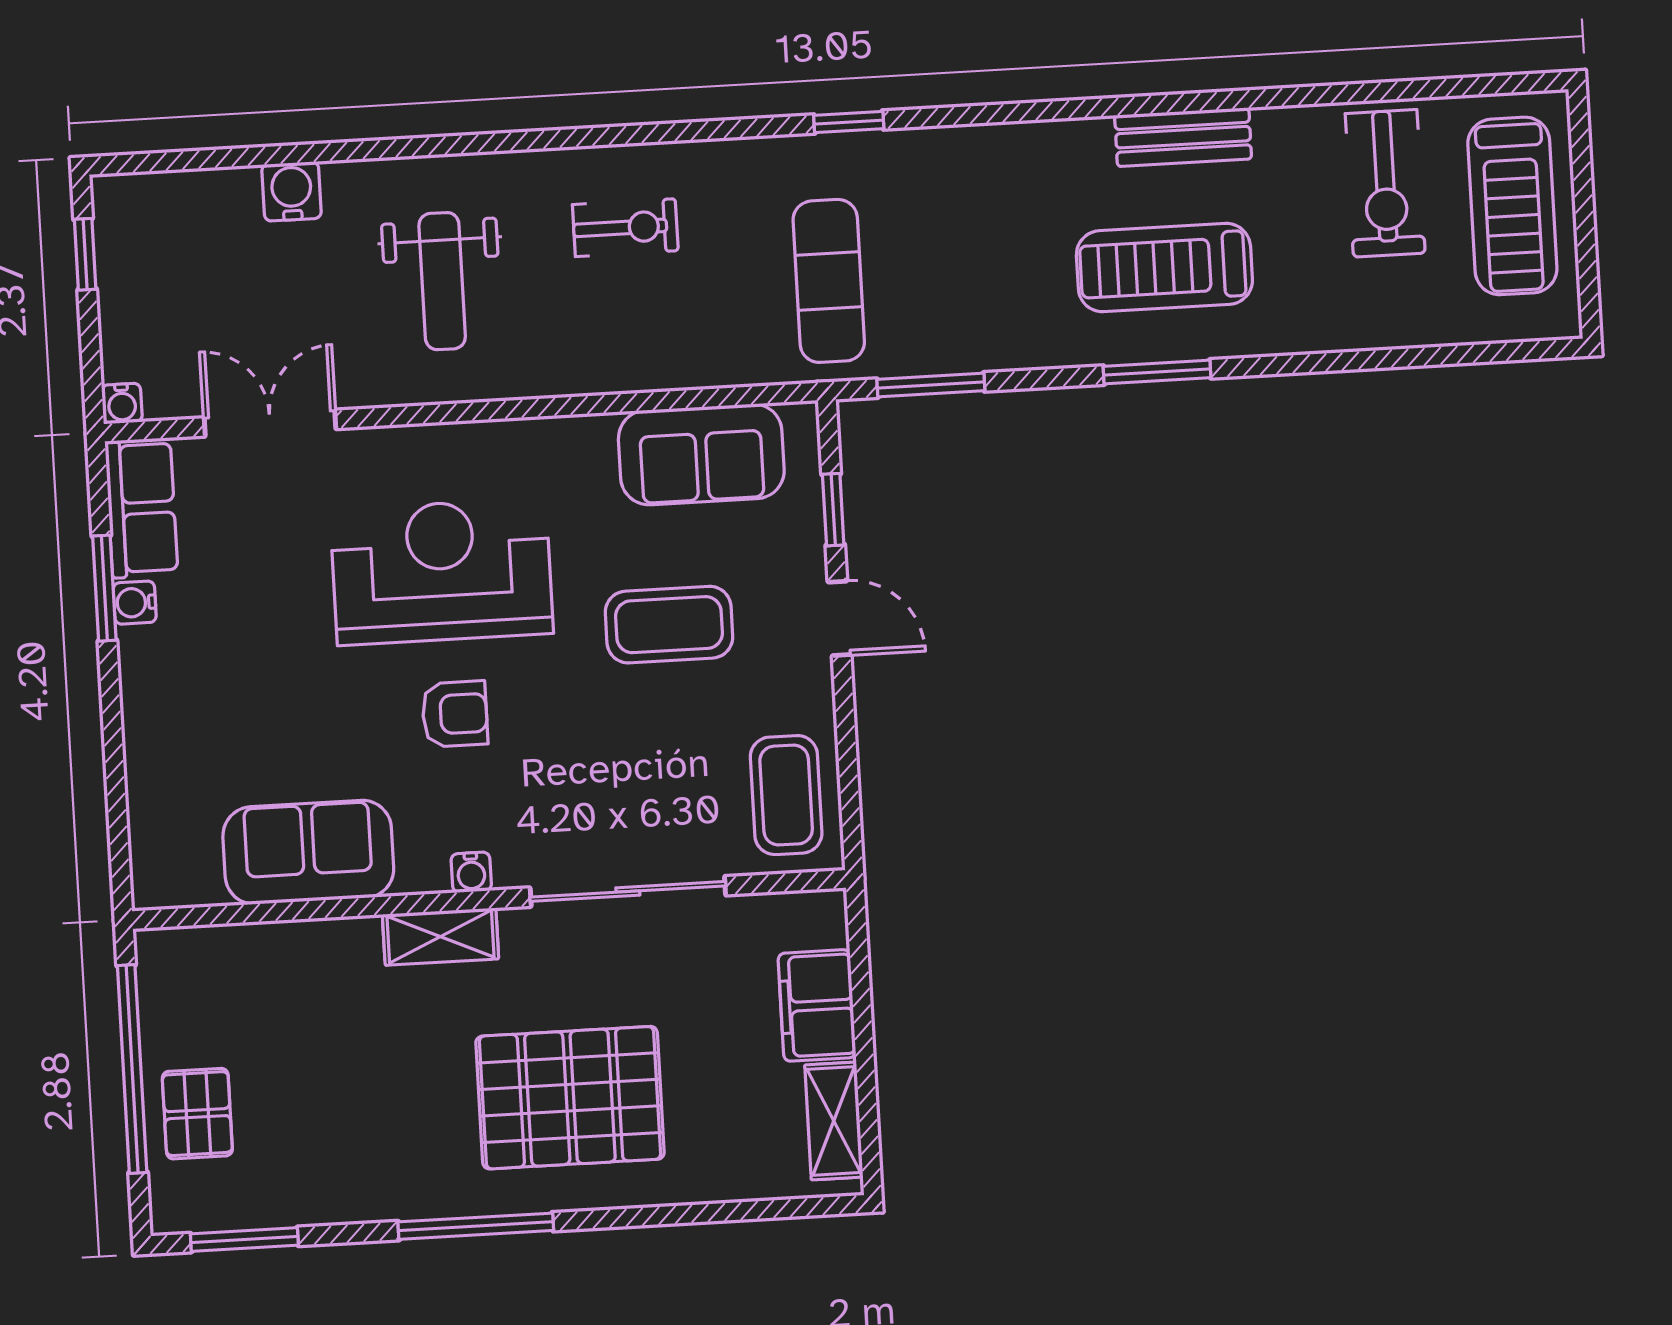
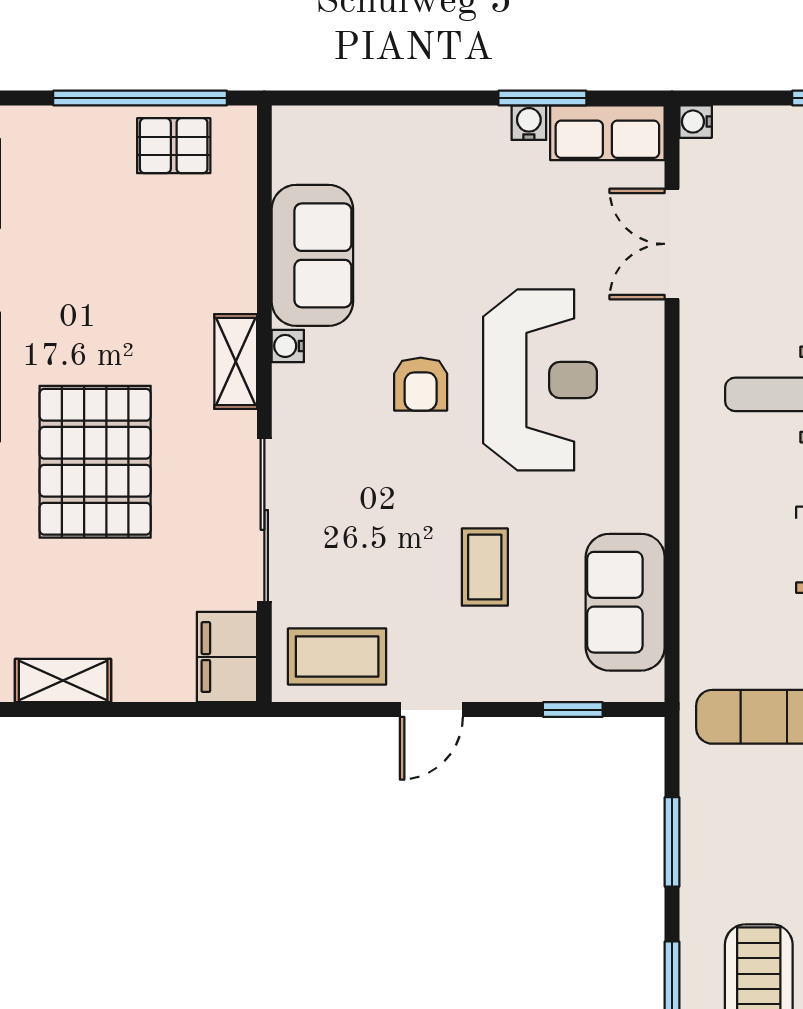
window: (931, 385) -> (672, 842), moved
double door: (270, 423) -> (672, 244), swing flipped
door: (840, 618) -> (431, 710), moved
coffee table: (669, 625) -> (485, 567), width x0.73, depth x0.77
water cooler: (471, 872) -> (288, 346), moved
filing cabinet: (817, 1005) -> (227, 657), moved, turned -90
pallet: (197, 1114) -> (174, 146), moved

